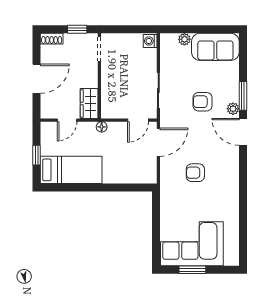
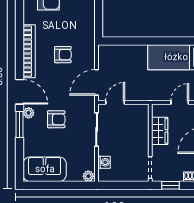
plant: (184, 39) -> (88, 176), moved
washing machine: (150, 41) -> (104, 162), moved
wardrobe: (89, 103) -> (160, 131), moved
floor lamp: (102, 127) -> (148, 96), removed
bookcase: (232, 176) -> (29, 51), added

